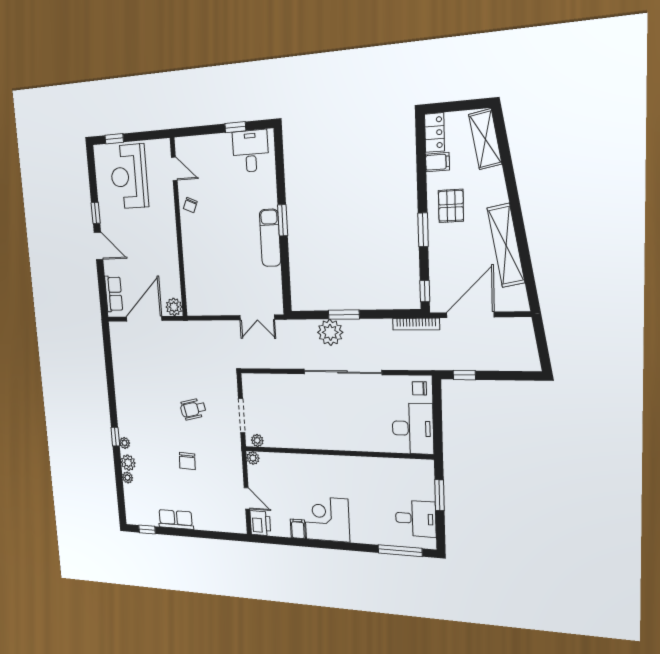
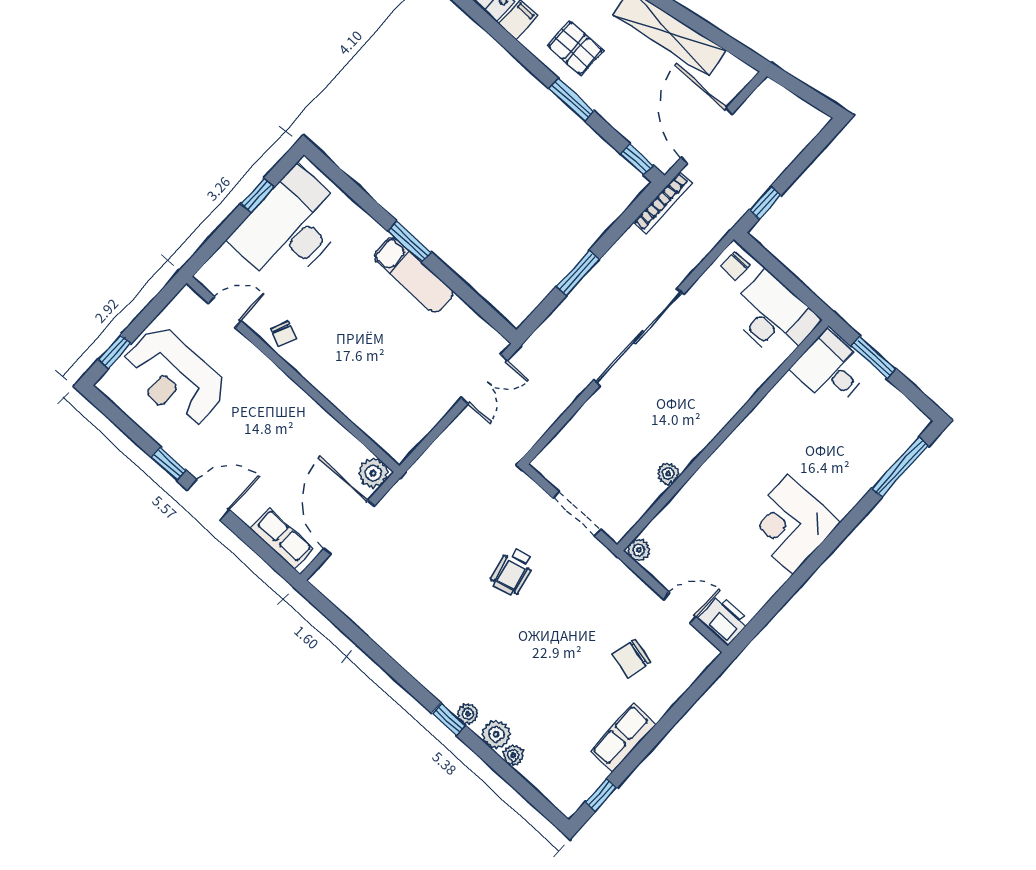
desk: (251, 151) -> (290, 228), width x1.87, depth x1.30
plant: (330, 332) -> (582, 308), removed
plant: (257, 440) -> (668, 474), moved
chair: (187, 461) -> (631, 658), moved, turned 101
desk: (416, 519) -> (830, 369), moved, turned -90
filing cabinet: (298, 529) -> (771, 575), removed

